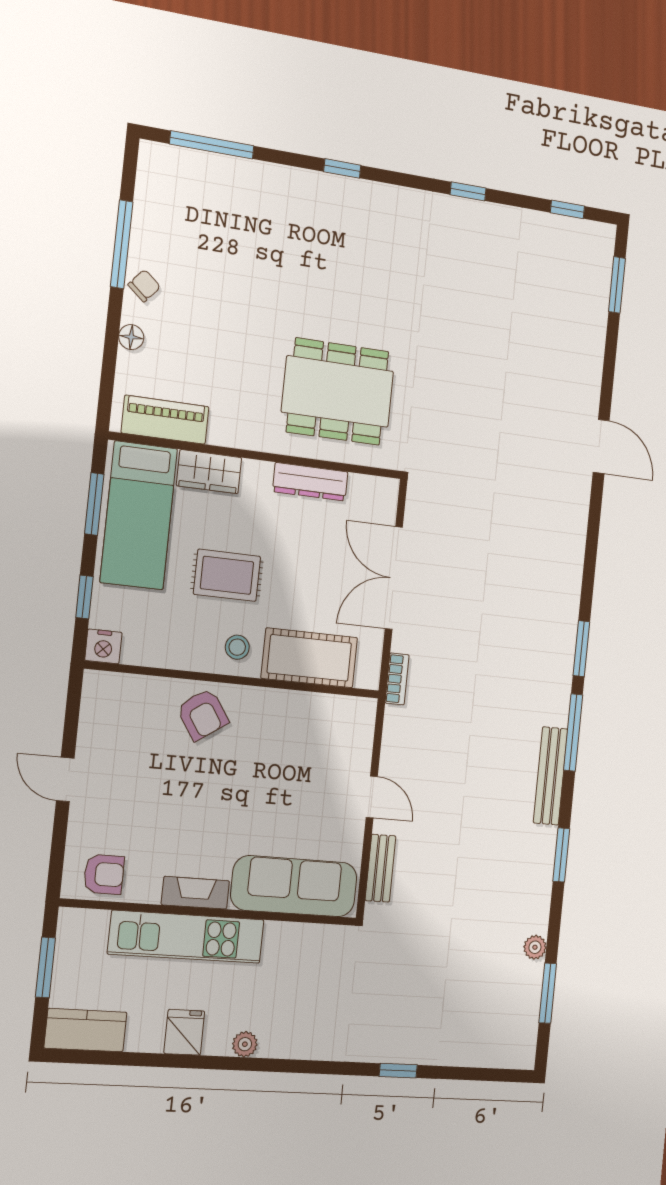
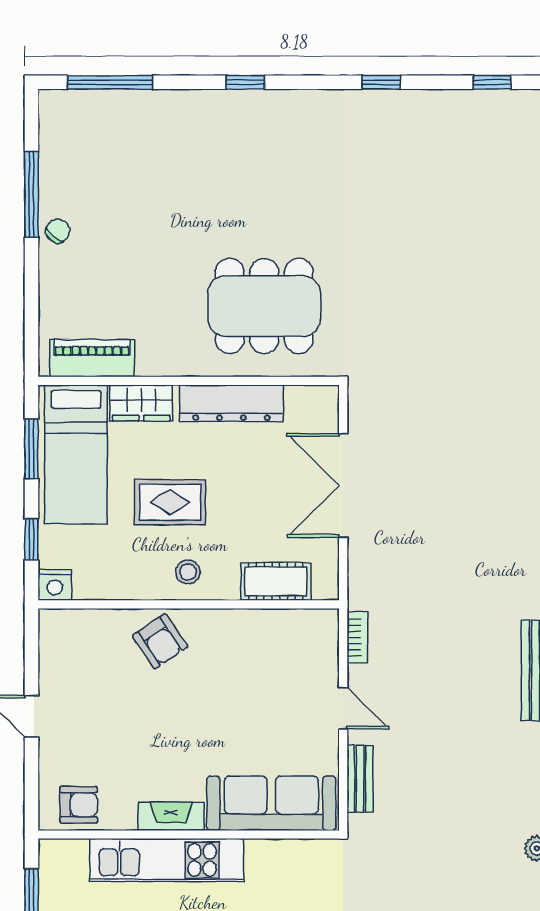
floor lamp: (131, 337) -> (50, 283), removed
dresser: (310, 482) -> (231, 403), width x1.37, depth x1.24
cot: (309, 658) -> (276, 581), width x0.73, depth x0.75
bookcase: (397, 679) -> (357, 637), moved

